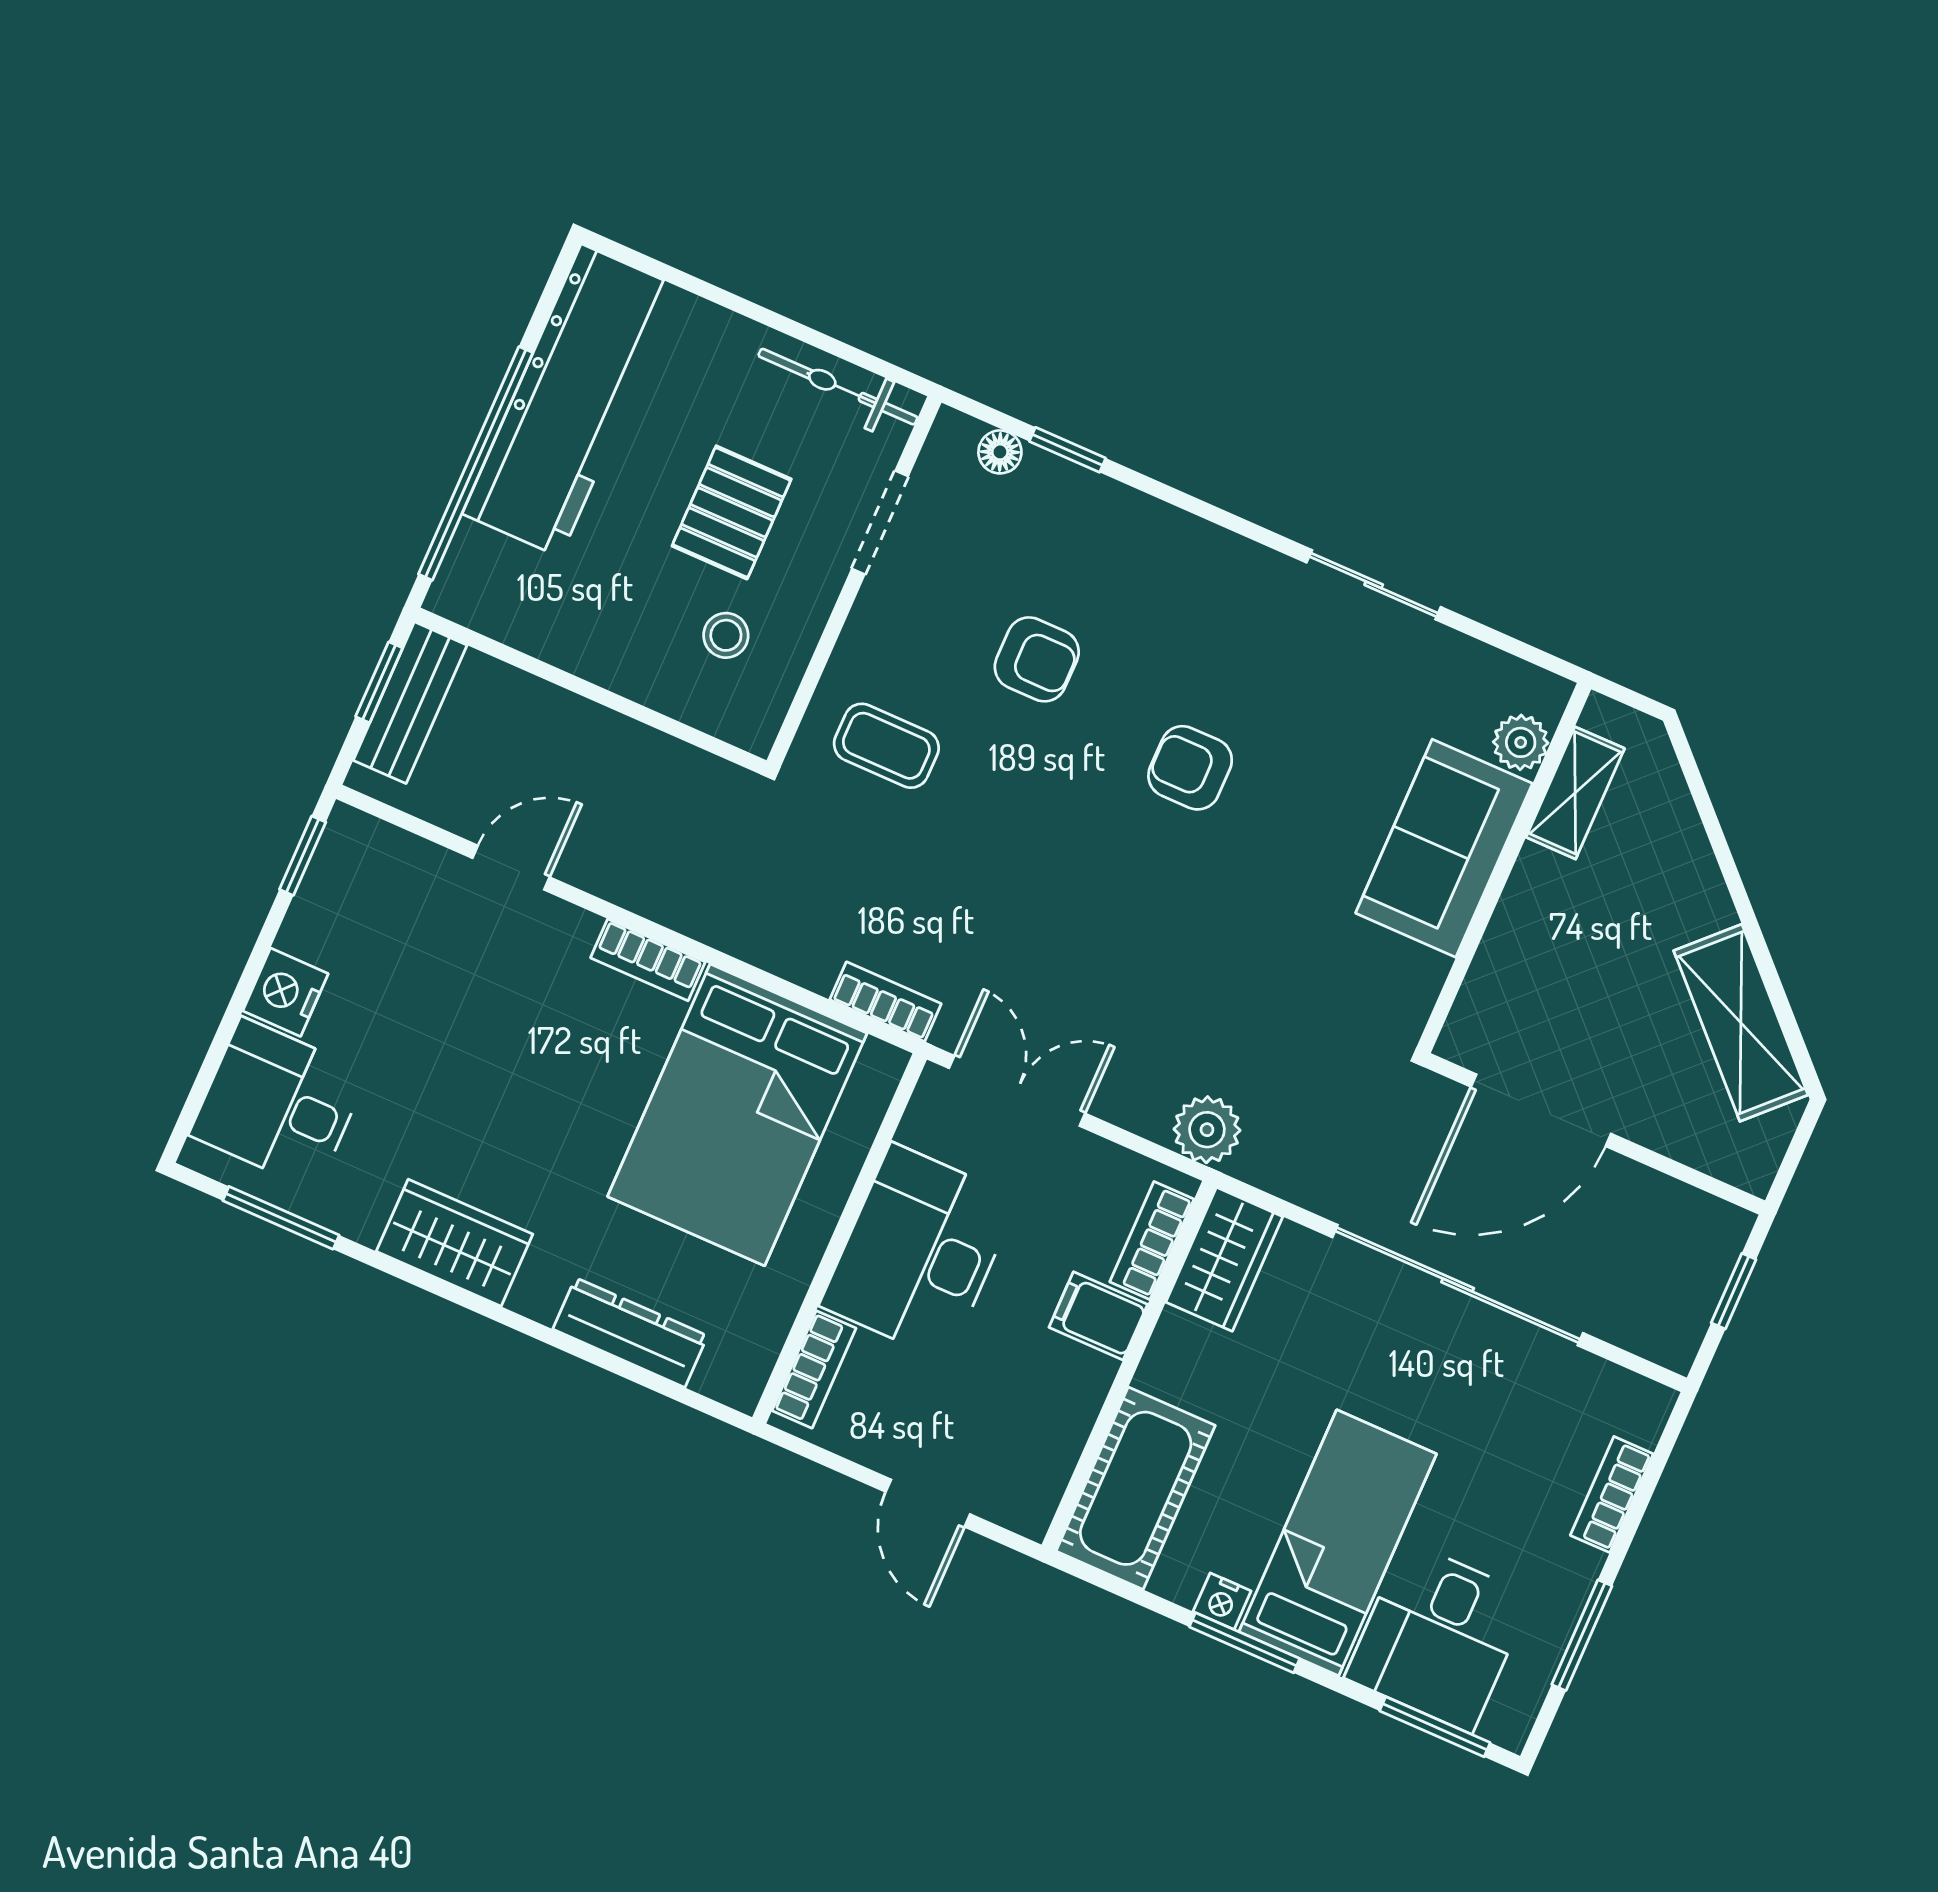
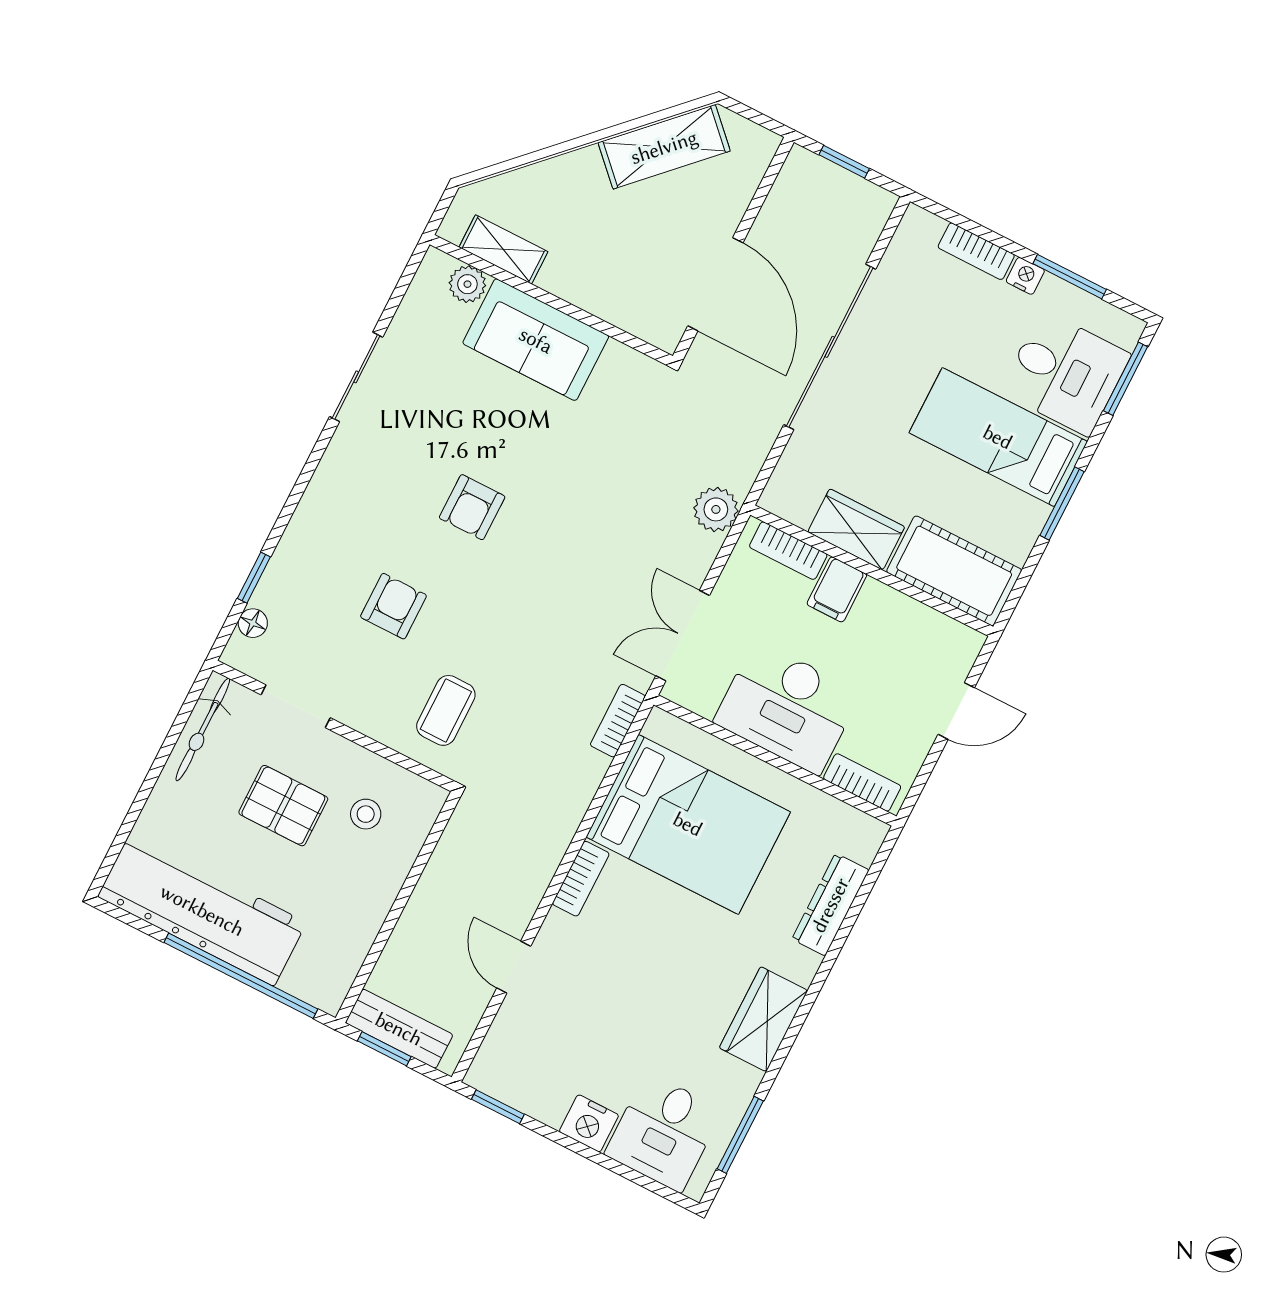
wardrobe: (1224, 1259) -> (856, 529), moved
nightstand: (1222, 1601) -> (1025, 276), moved, turned -90

